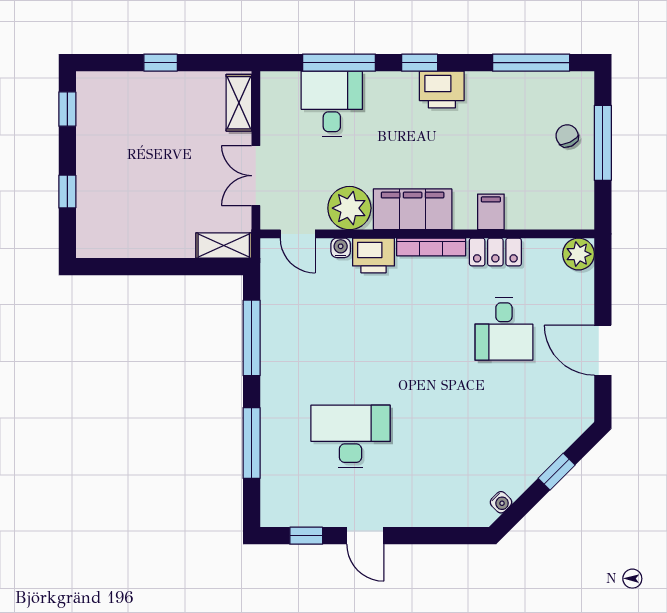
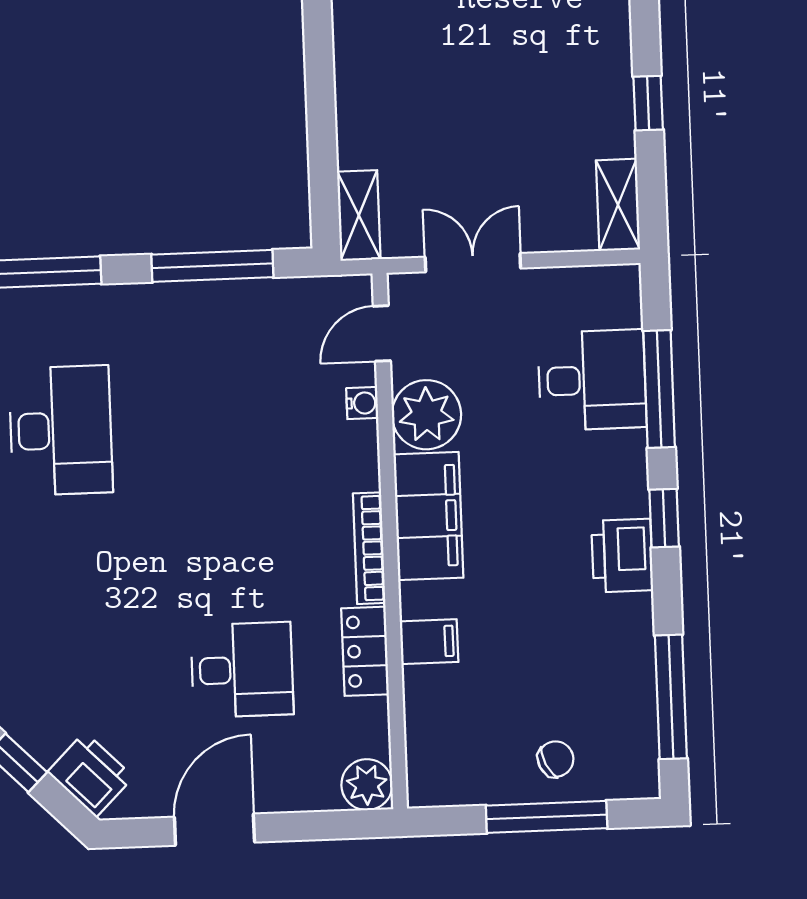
shelving: (239, 103) -> (618, 205), moved, turned 90
printer: (374, 256) -> (90, 774), moved, turned 135
desk: (504, 329) -> (242, 670), turned 180

